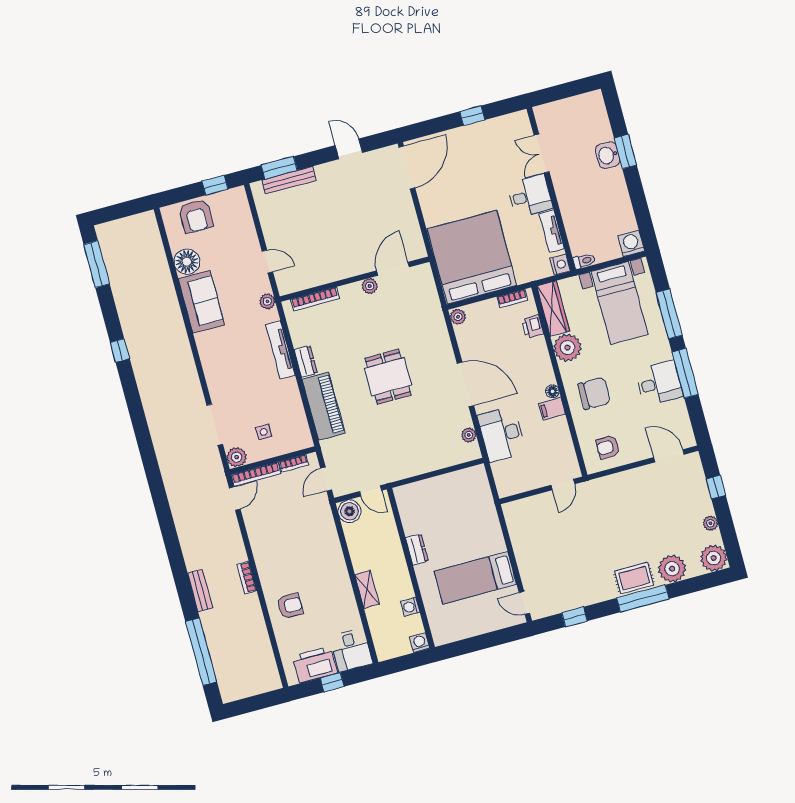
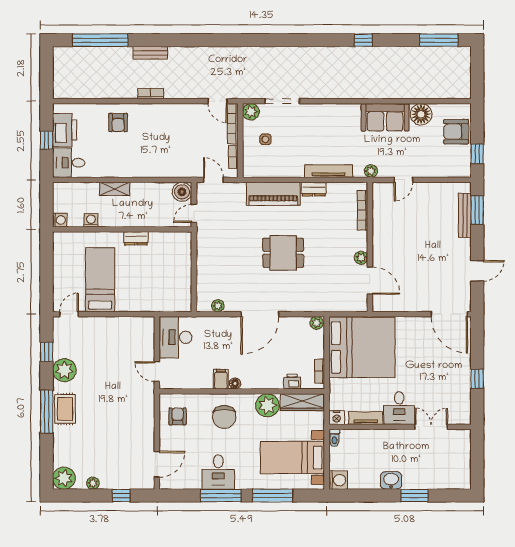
washbasin: (608, 155) -> (391, 480), moved
desk: (502, 434) -> (176, 337), moved, turned -90
plant: (672, 569) -> (64, 370), moved

